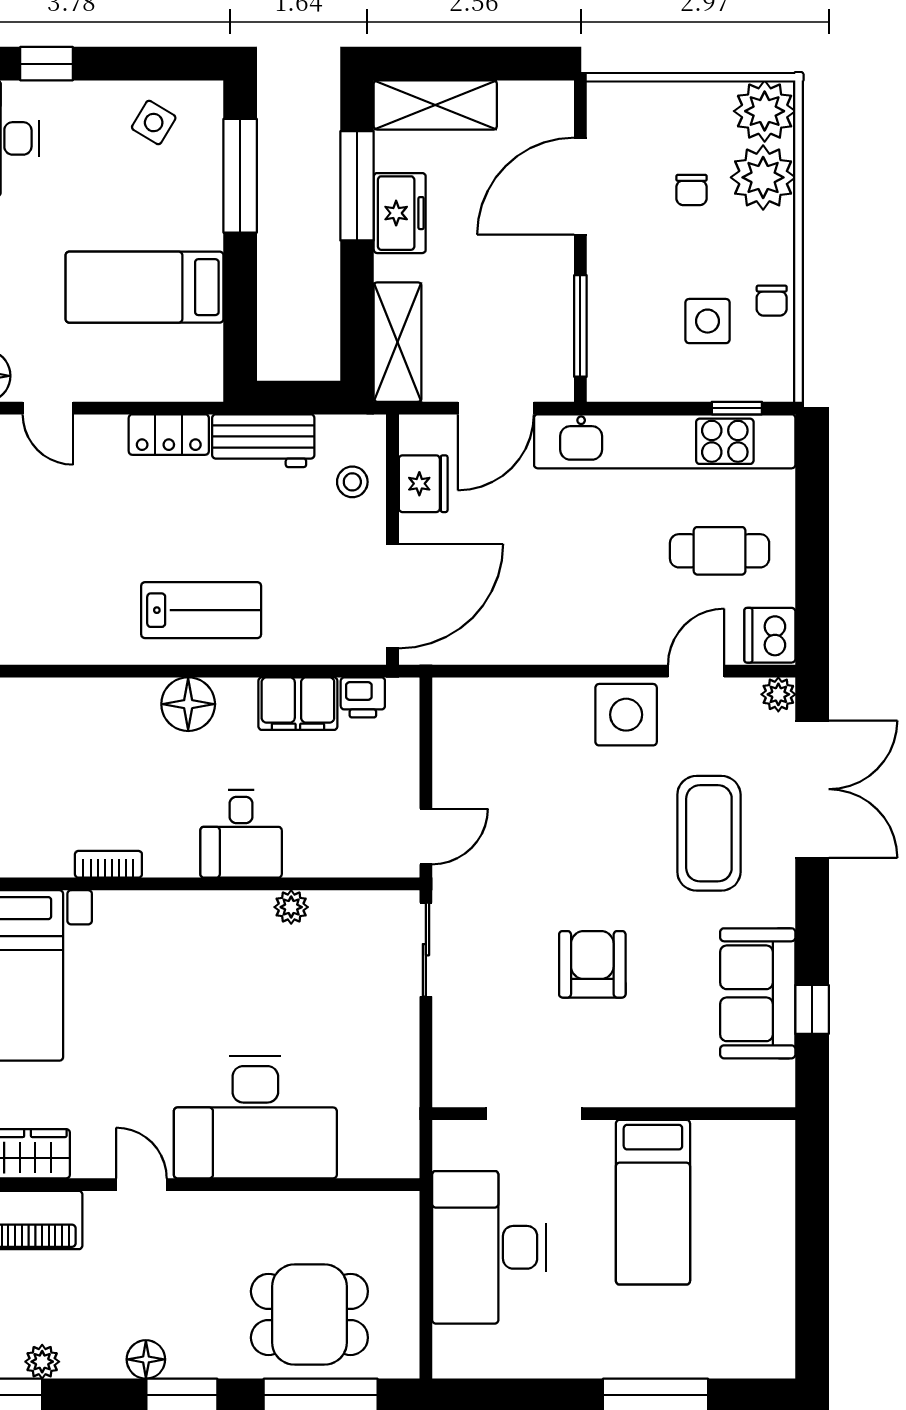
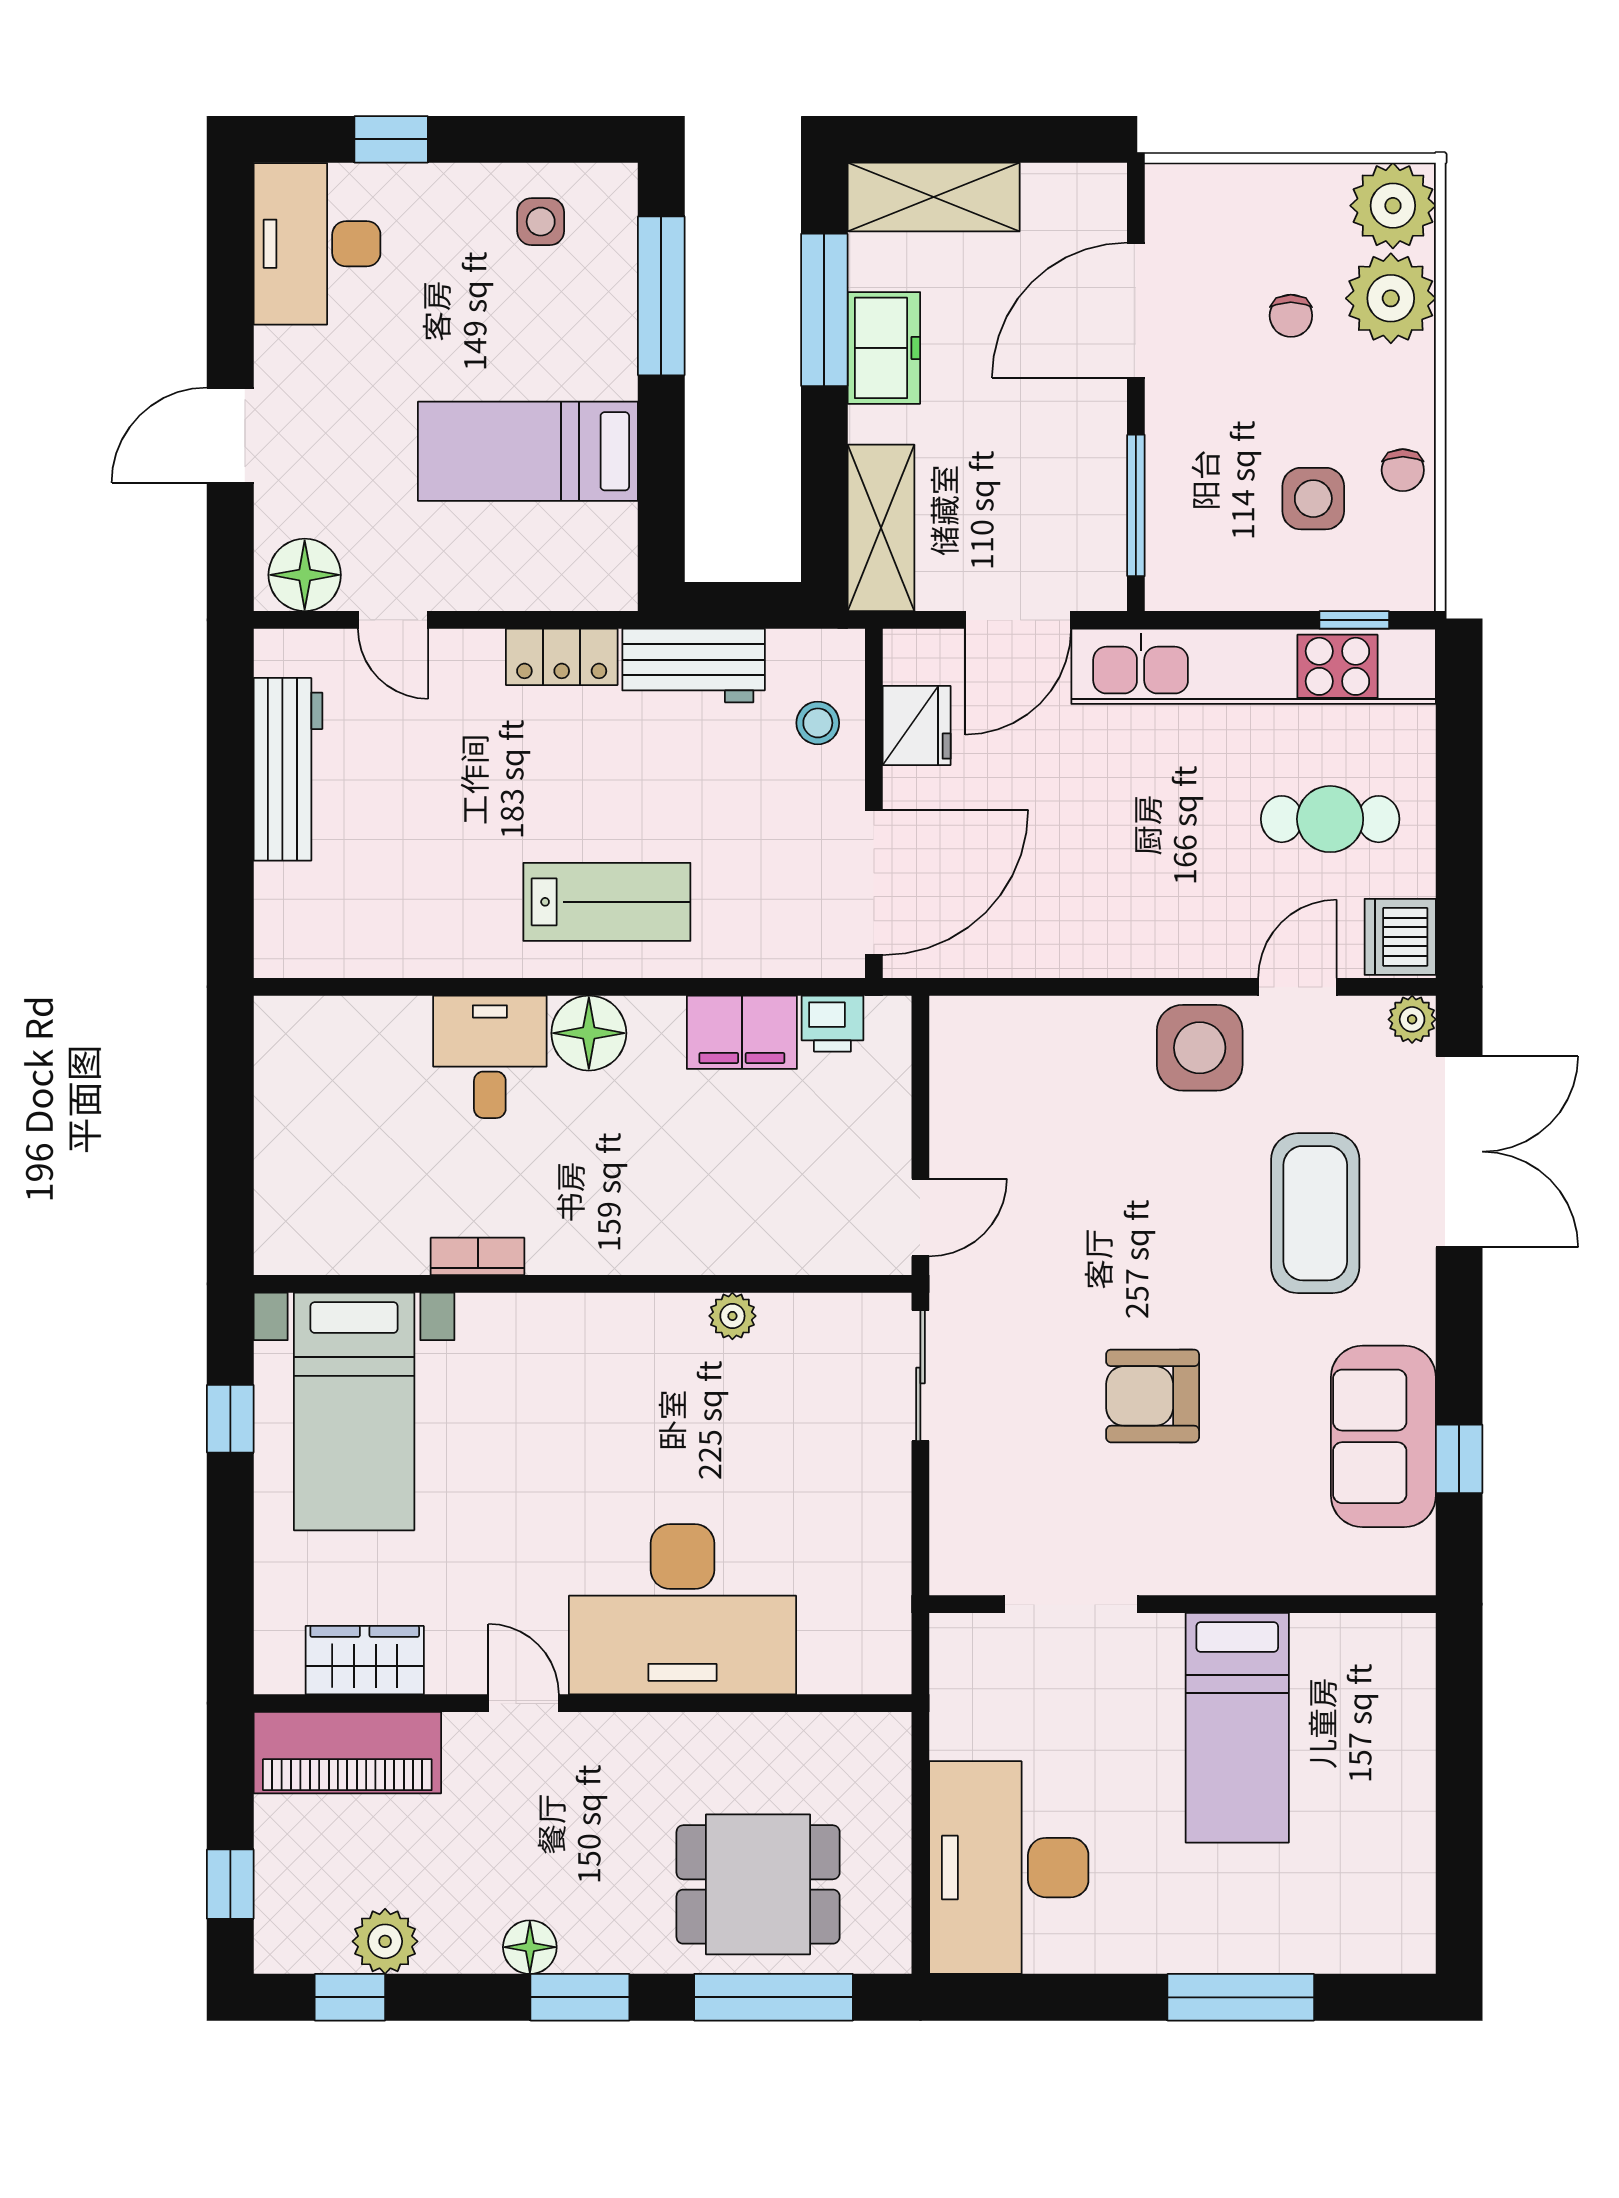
side table: (154, 123) -> (541, 222), turned -31
desk: (241, 834) -> (490, 1057), moved, turned 180
armchair: (592, 964) -> (1153, 1396), turned -90
desk: (489, 1247) -> (1009, 1868), moved
plant: (42, 1362) -> (385, 1941), width x1.38, depth x1.38

